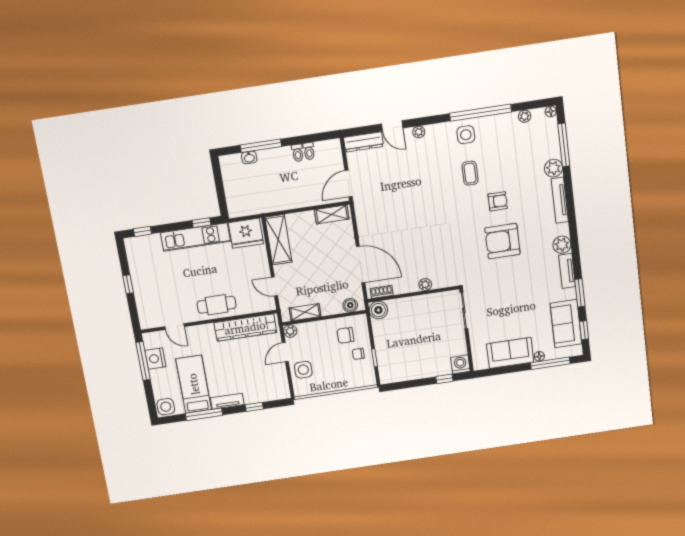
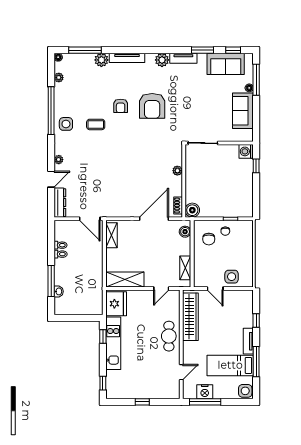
armchair: (498, 201) -> (121, 106), turned 180
plant: (290, 331) -> (199, 282), removed

